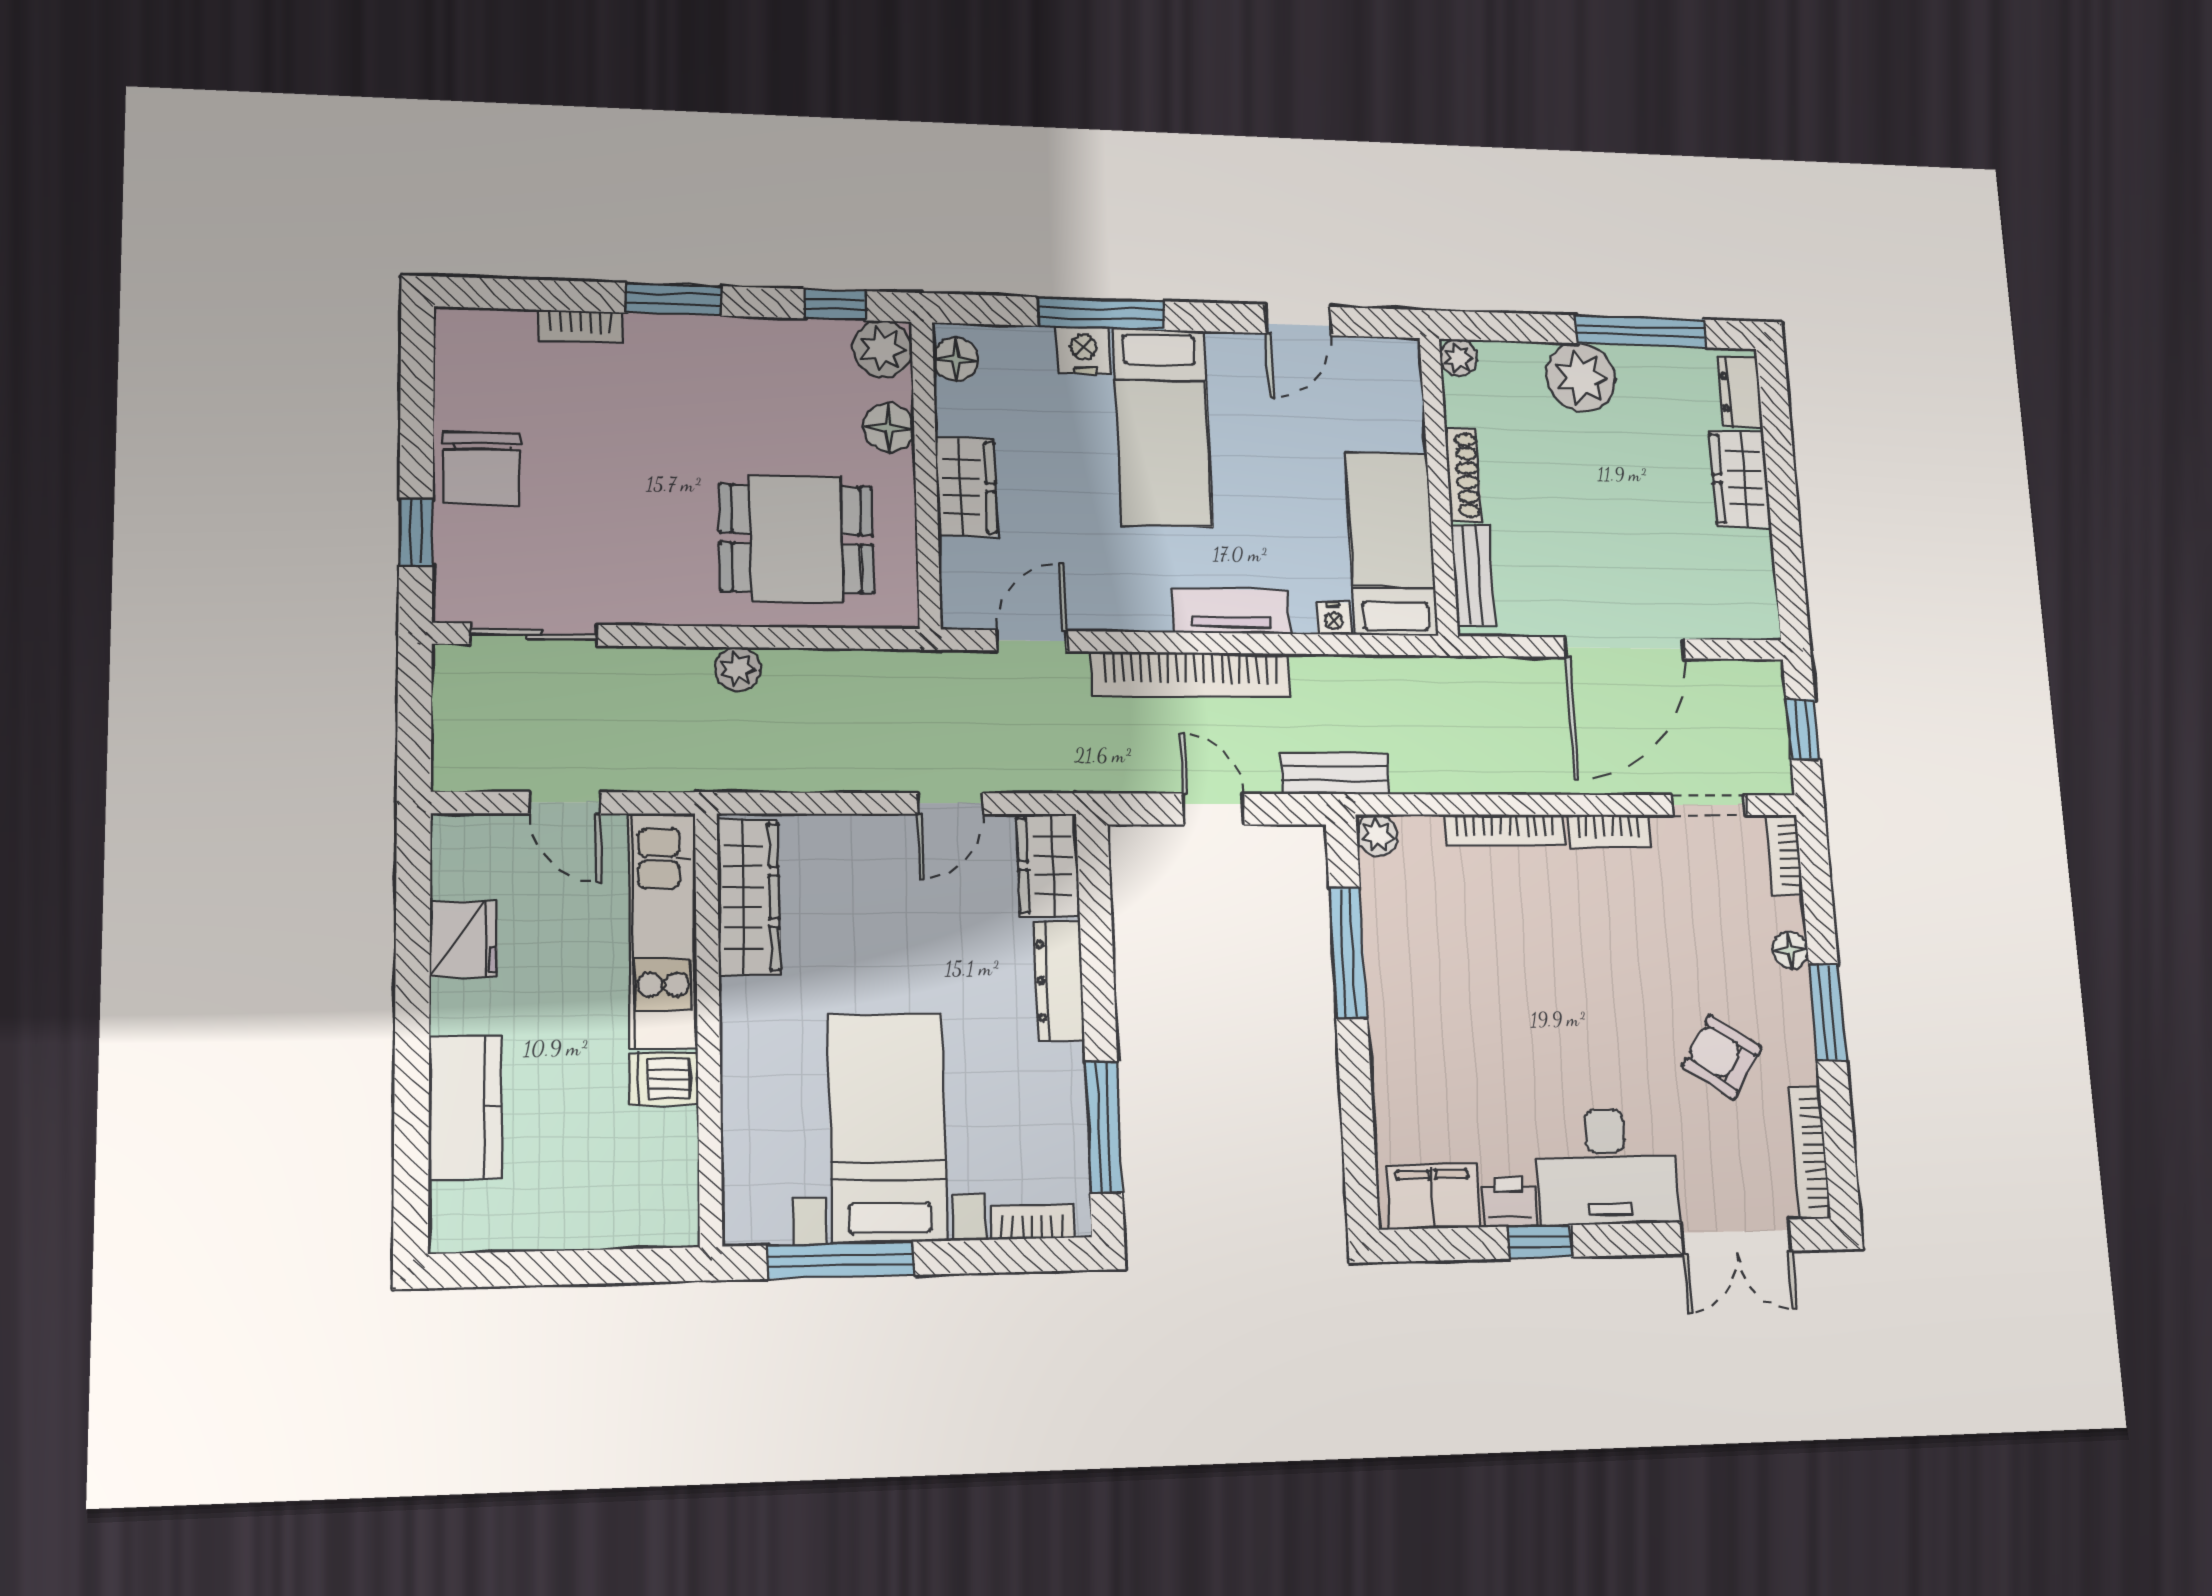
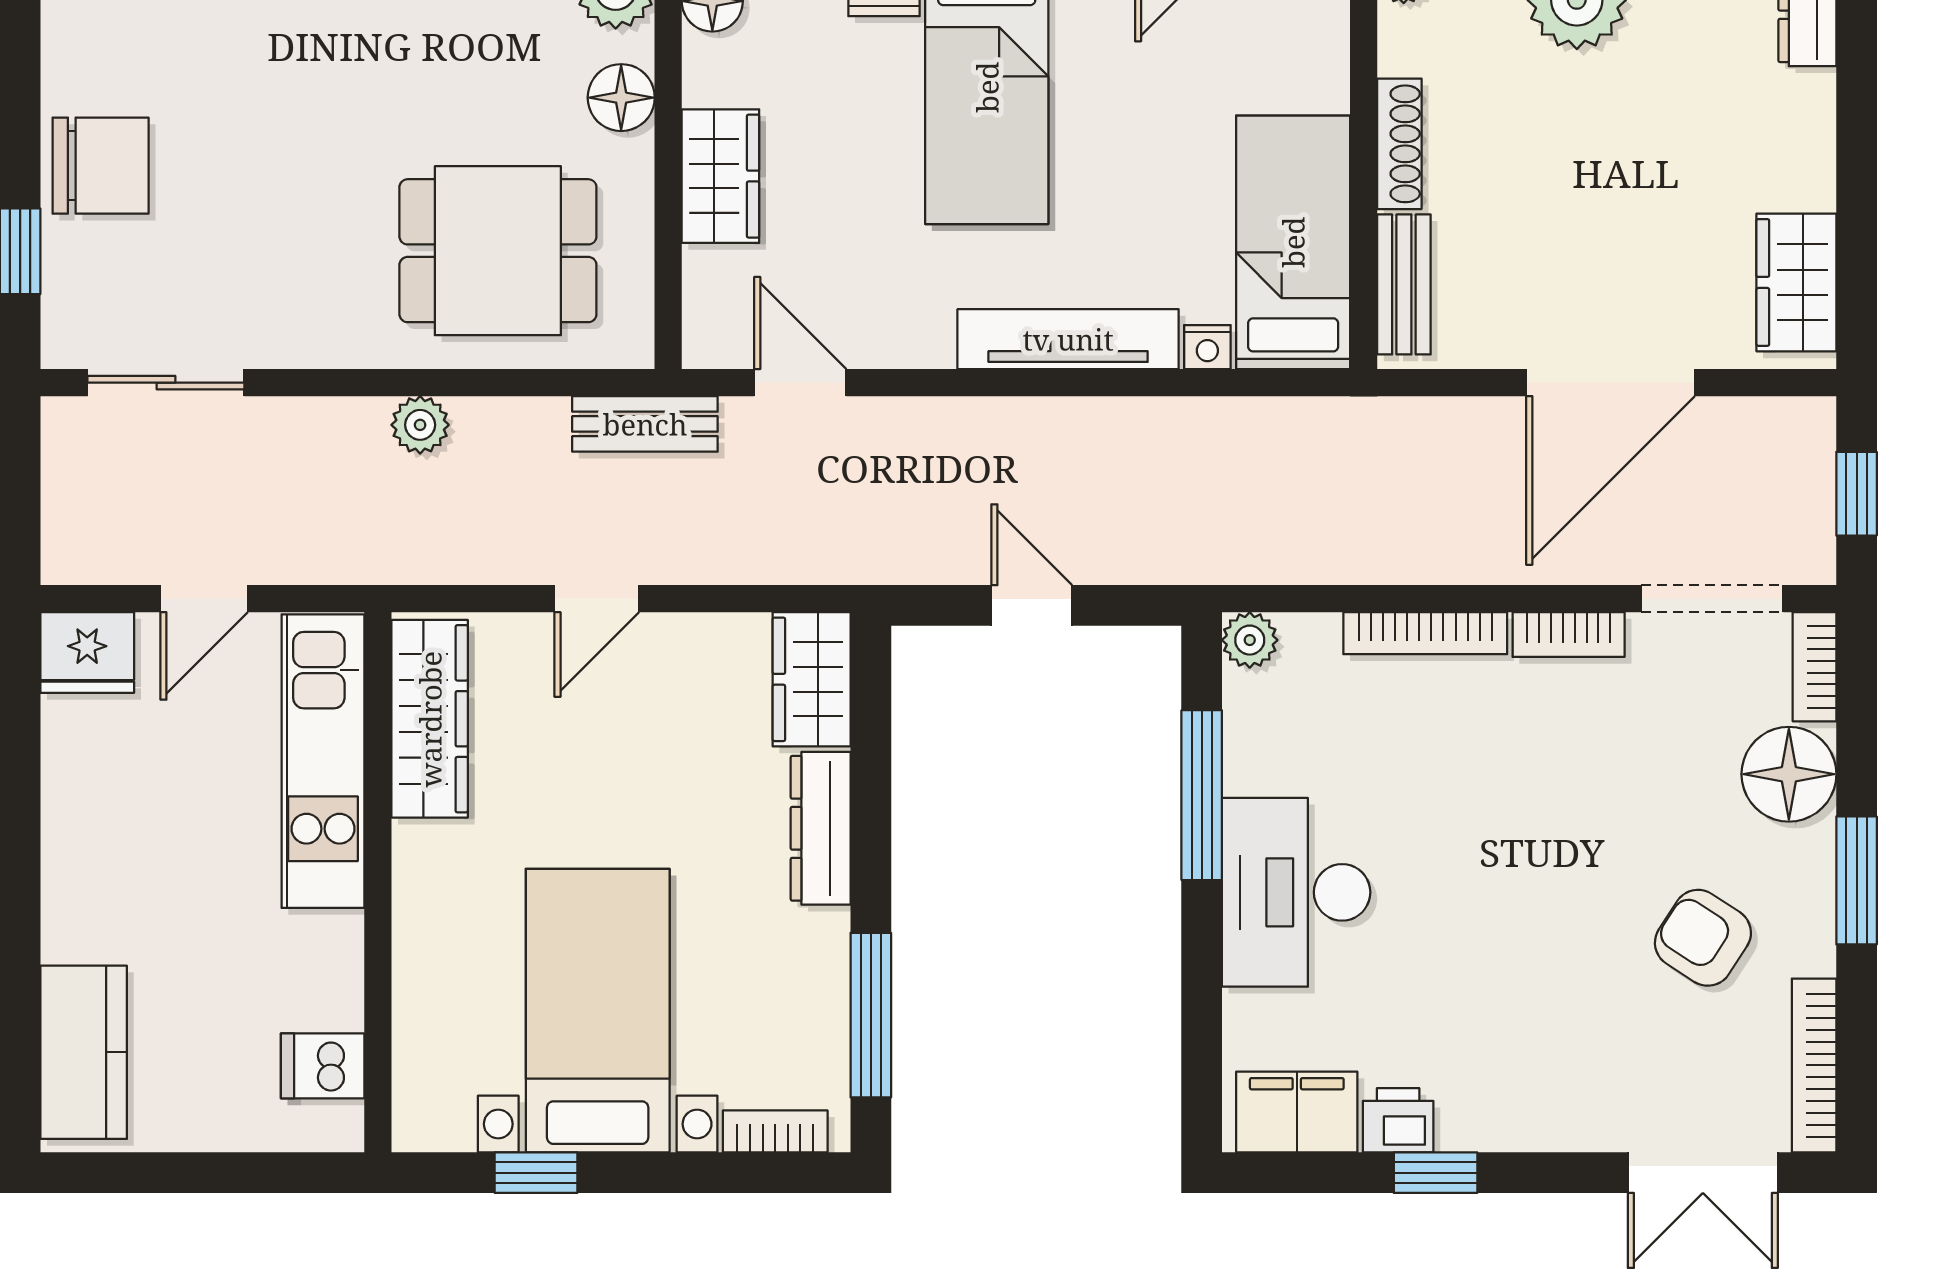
chair: (481, 468) -> (101, 166), turned -90
wardrobe: (1740, 479) -> (1796, 282), moved
tv unit: (1231, 611) -> (1068, 339), width x1.41
door: (1032, 641) -> (800, 383), hinge flipped
bookcase: (1191, 675) -> (1009, 426), removed
bench: (1335, 773) -> (645, 424), moved
door: (565, 803) -> (204, 599), hinge flipped
door: (950, 803) -> (597, 599), moved
doorway: (1709, 805) -> (1712, 599), width x1.38
fridge: (463, 939) -> (87, 653), moved, turned 90
floor lamp: (1790, 950) -> (1789, 774), width x1.89, depth x1.89
dishwasher: (664, 1079) -> (323, 1066), moved
kitchen counter: (465, 1107) -> (84, 1052), moved
desk: (1607, 1166) -> (1296, 892), moved, turned 90
window: (841, 1260) -> (536, 1173), width x0.46

